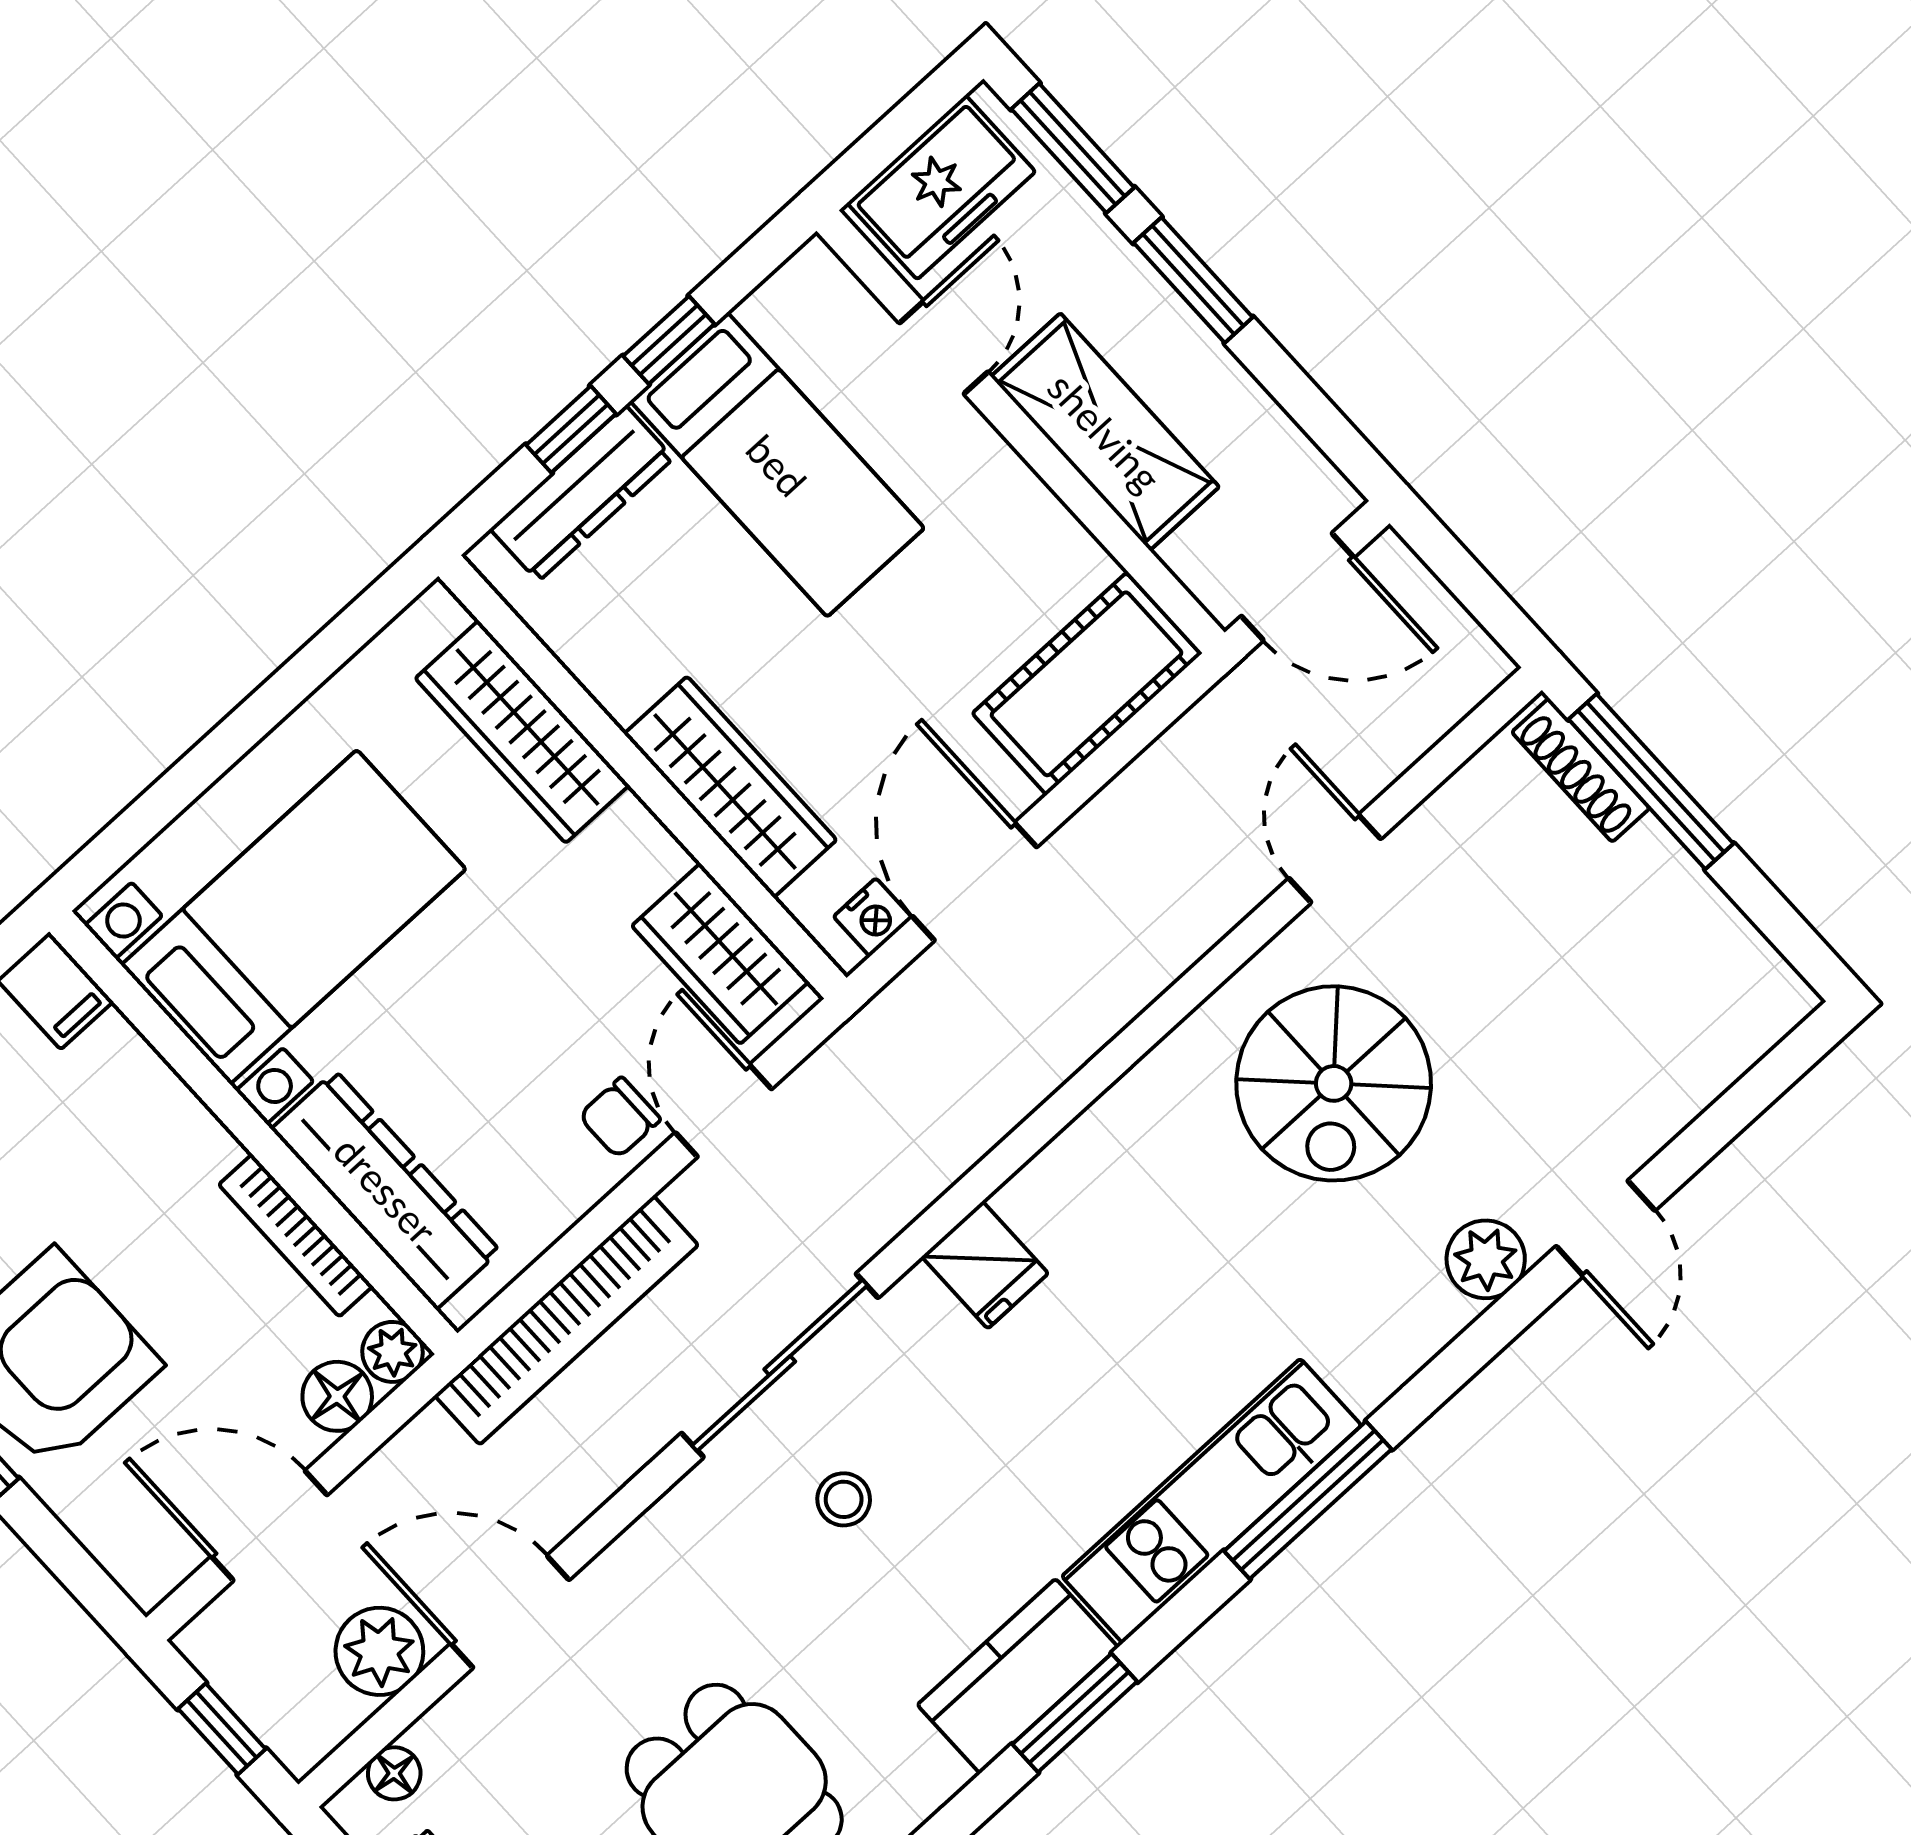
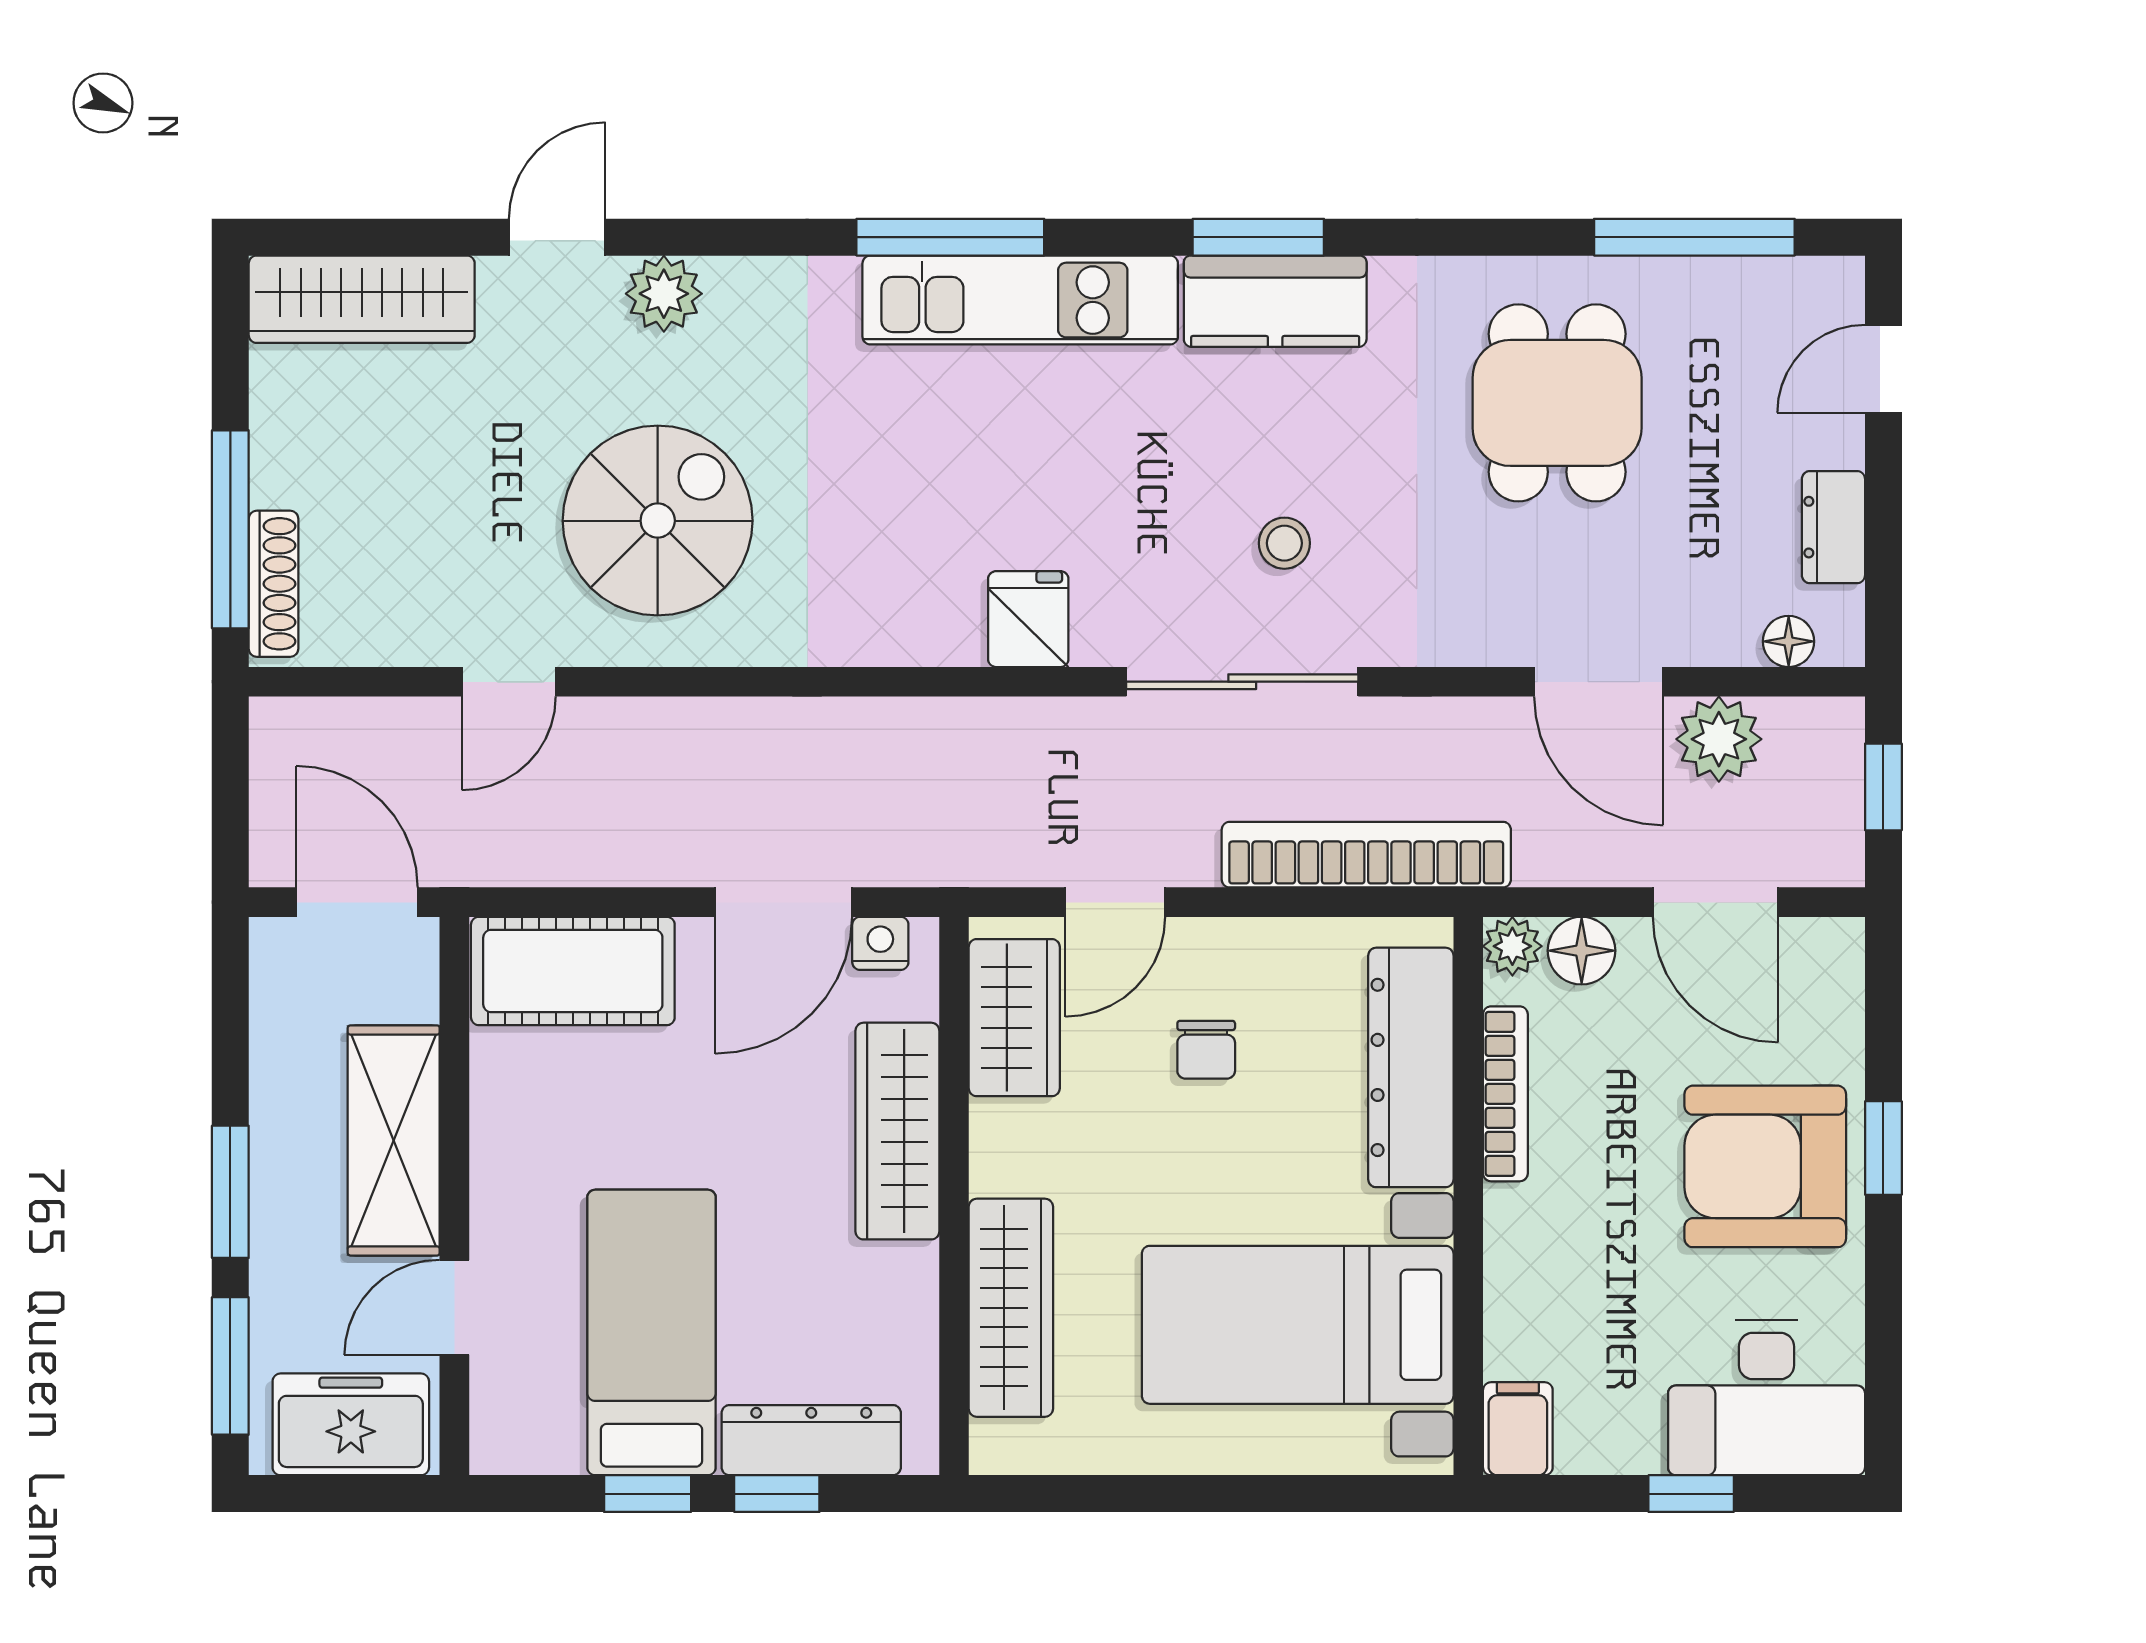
wardrobe: (1711, 1046) -> (362, 299), added
chair: (620, 1118) -> (1206, 1050), moved, turned 90

